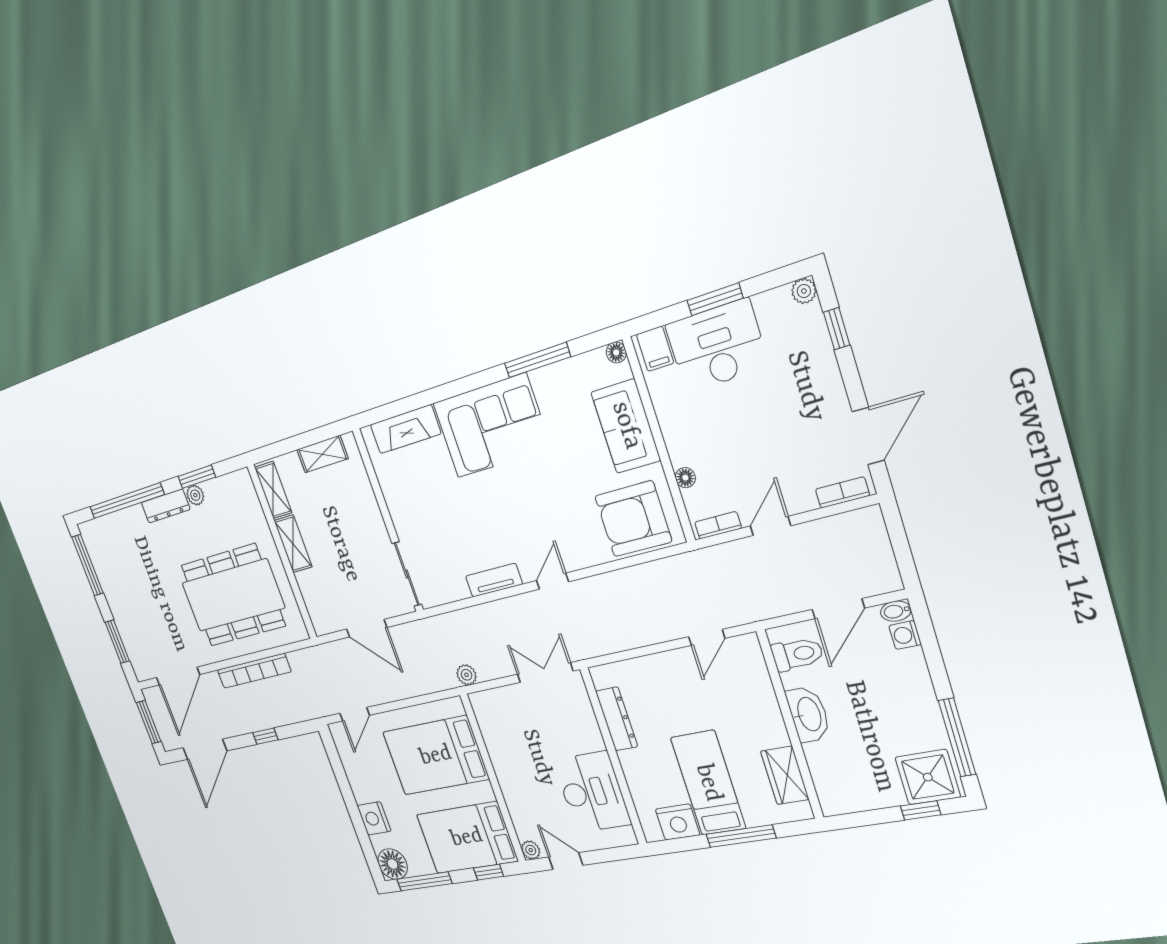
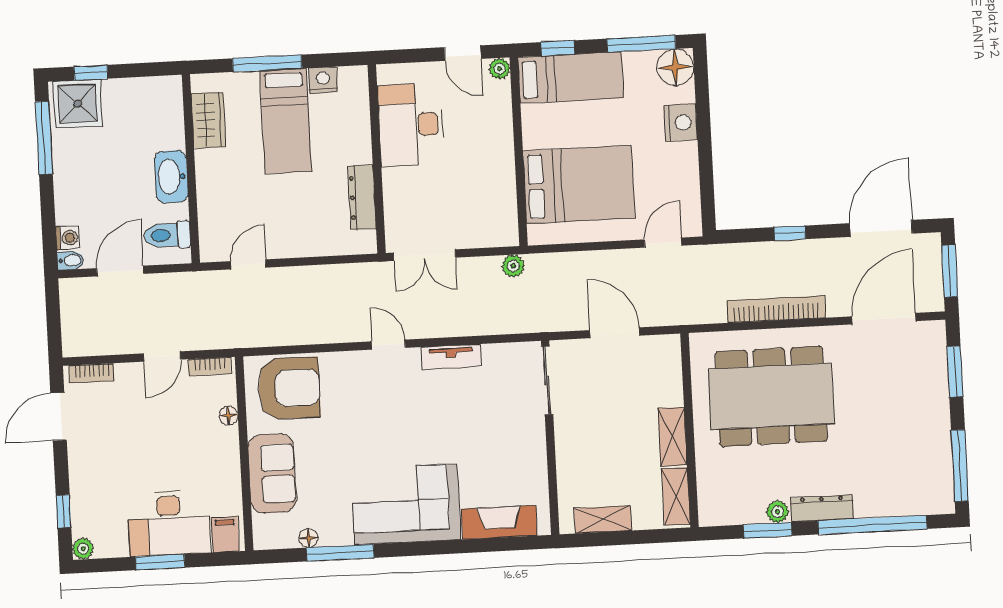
floor lamp: (616, 352) -> (308, 538), moved
door: (552, 581) -> (389, 345), swing flipped
nightstand: (678, 822) -> (323, 80), width x0.74, depth x0.75
bed: (467, 838) -> (571, 78), width x0.67

